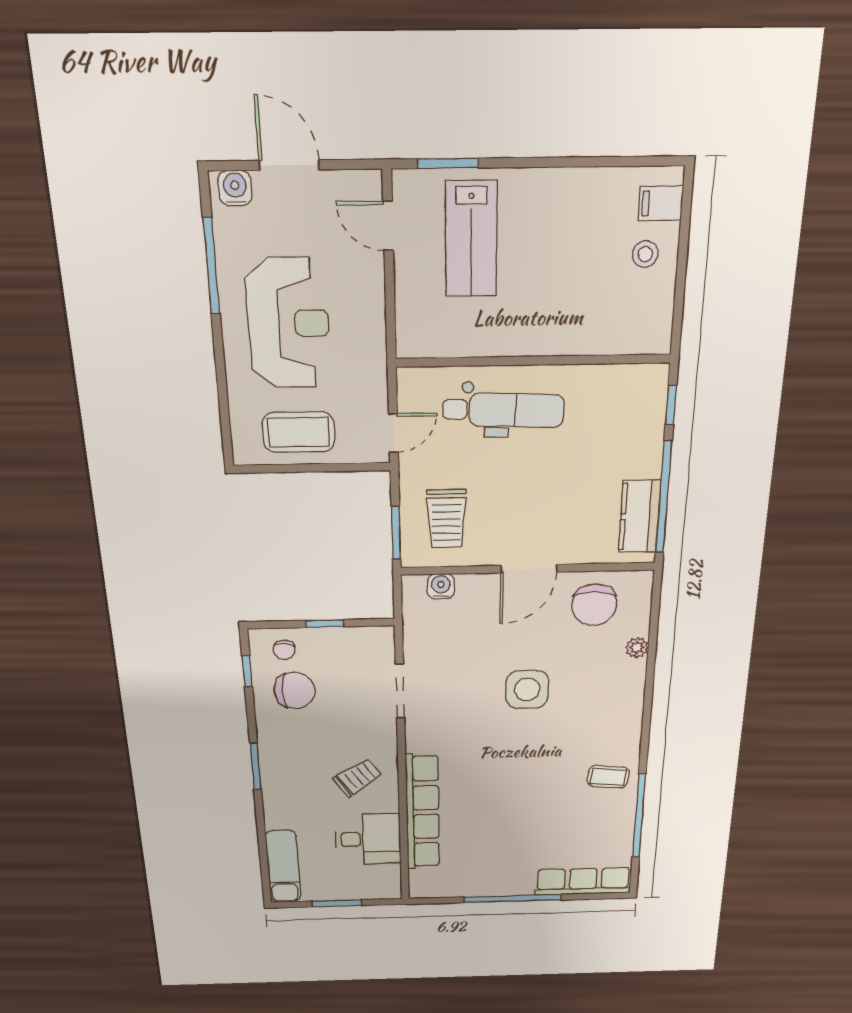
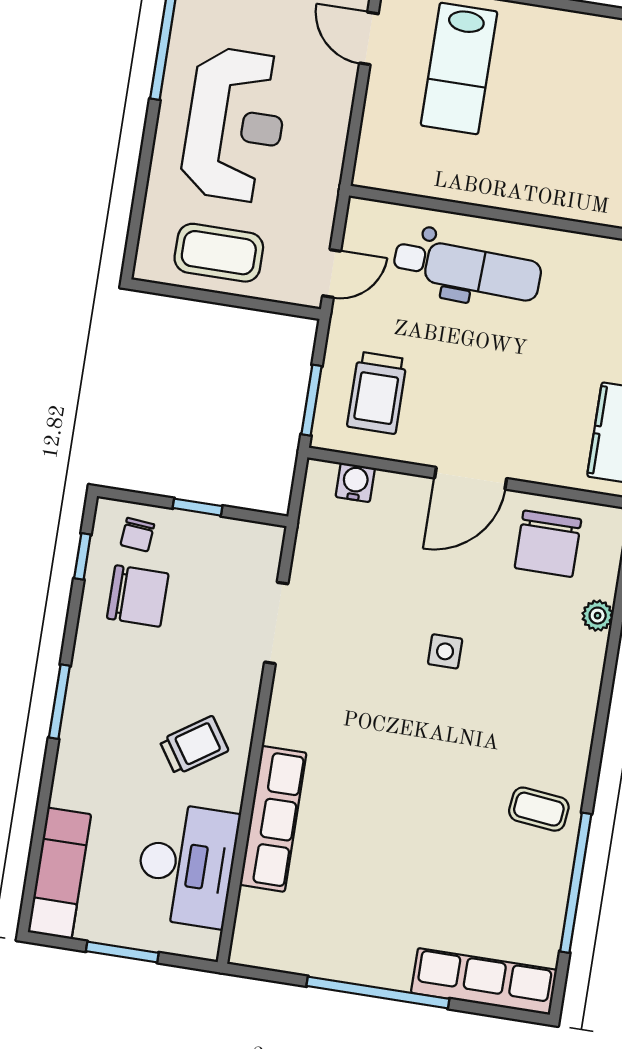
side table: (527, 689) -> (445, 651), width x0.54, depth x0.54
row of seats: (423, 812) -> (273, 819), width x0.73
desk: (368, 839) -> (186, 865), width x1.37

